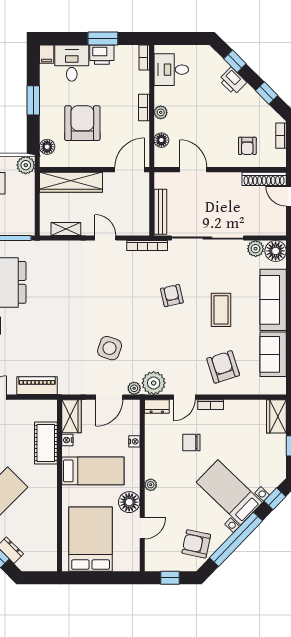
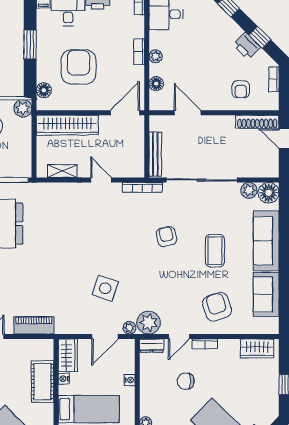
printer: (233, 81) -> (247, 46), moved
wardrobe: (276, 416) -> (257, 348), moved, turned -90

